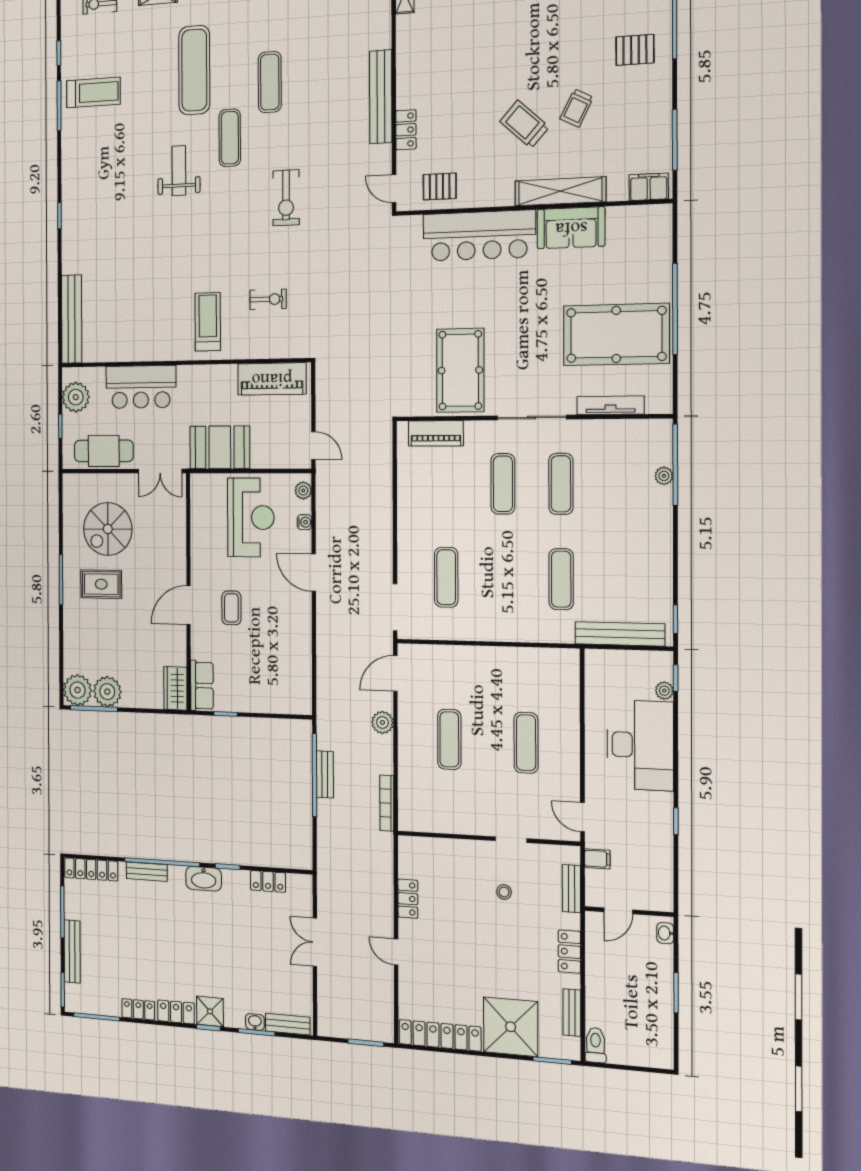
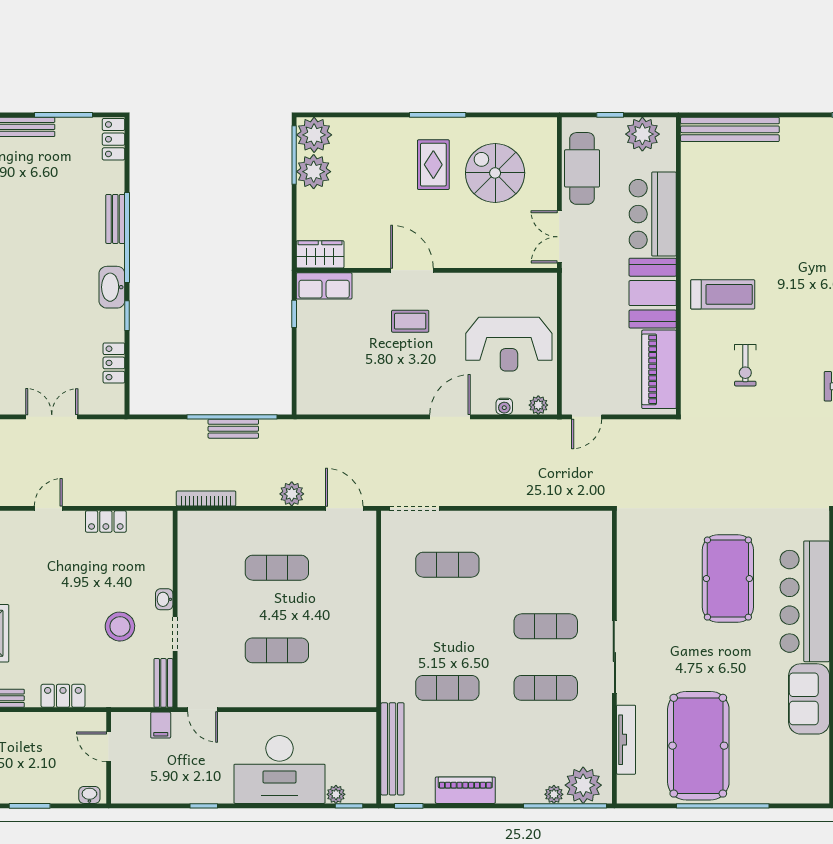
pool table: (460, 370) -> (728, 579), moved, turned 90
piano: (436, 433) -> (465, 790), moved, turned 90
booth: (220, 447) -> (653, 293), moved
plant: (655, 447) -> (583, 785), added
door: (582, 817) -> (203, 710), swing flipped
washbasin: (479, 848) -> (164, 599), added
locker: (91, 869) -> (114, 139), width x0.66
bench: (571, 889) -> (163, 683), moved, turned 90
stool: (504, 892) -> (120, 627), width x1.89, depth x1.89

